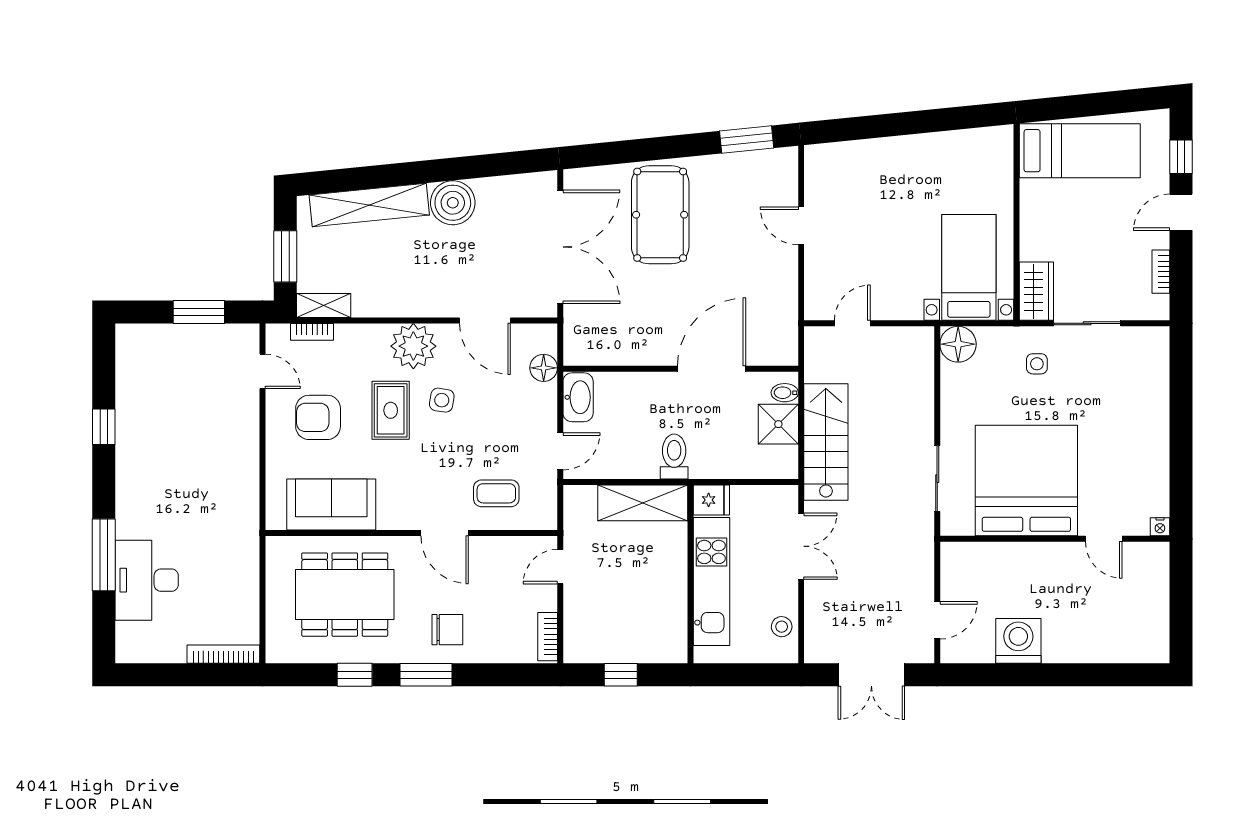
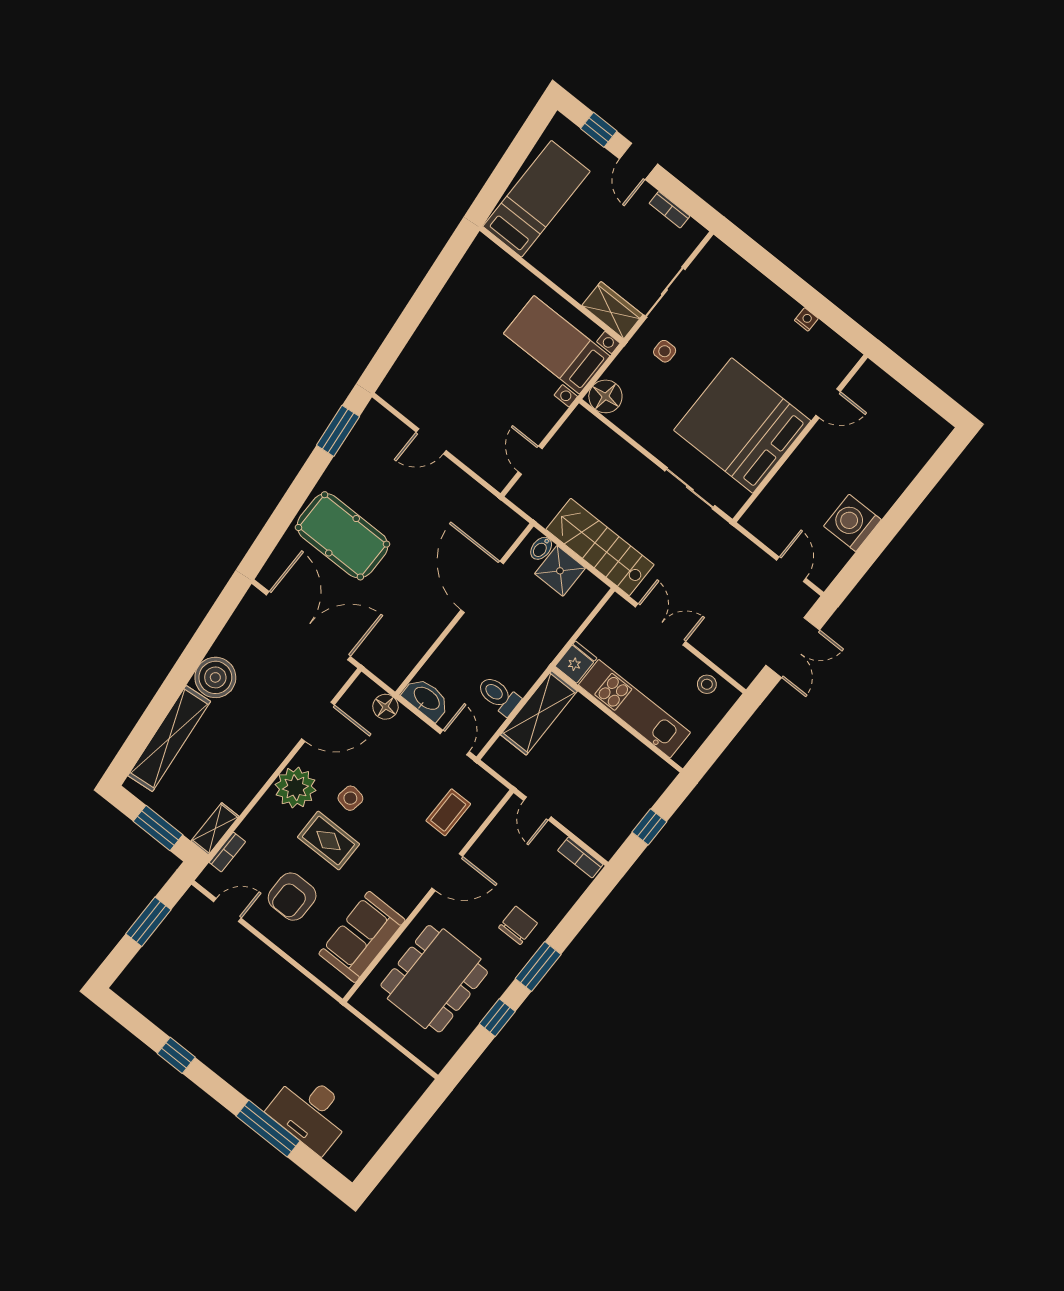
toilet: (674, 457) -> (499, 695), moved
nightstand: (1160, 527) -> (806, 319), moved, turned -90
bookcase: (223, 654) -> (407, 1100), removed

